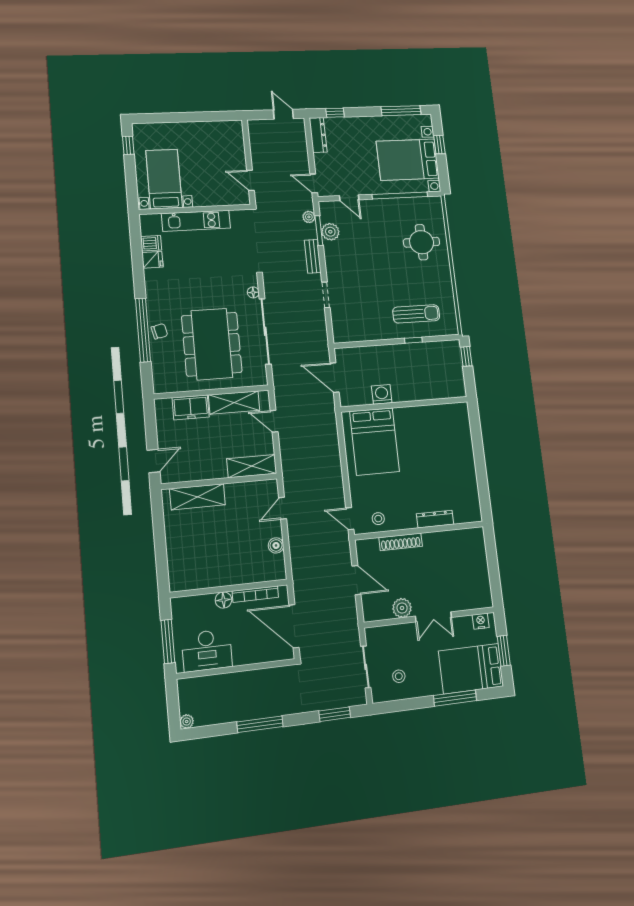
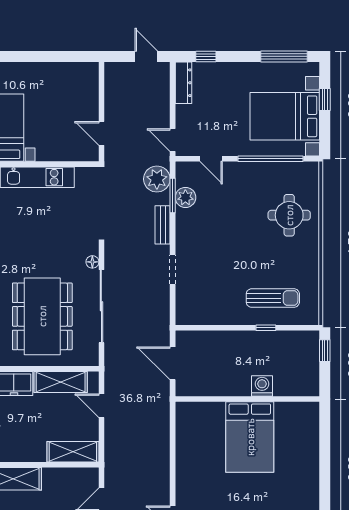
plant: (309, 217) -> (157, 179), width x1.87, depth x1.87
washing machine: (382, 394) -> (262, 386), moved
bed: (375, 441) -> (250, 437), moved

